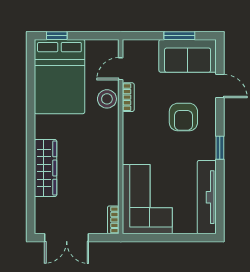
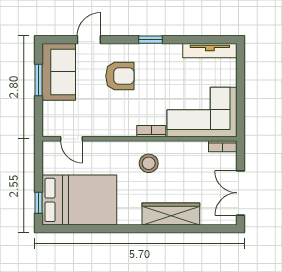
bookcase: (128, 97) -> (151, 131), moved
stool: (107, 99) -> (149, 163), moved
tv unit: (207, 197) -> (210, 51), width x0.73, depth x0.78
double door: (67, 238) -> (241, 193), swing flipped

